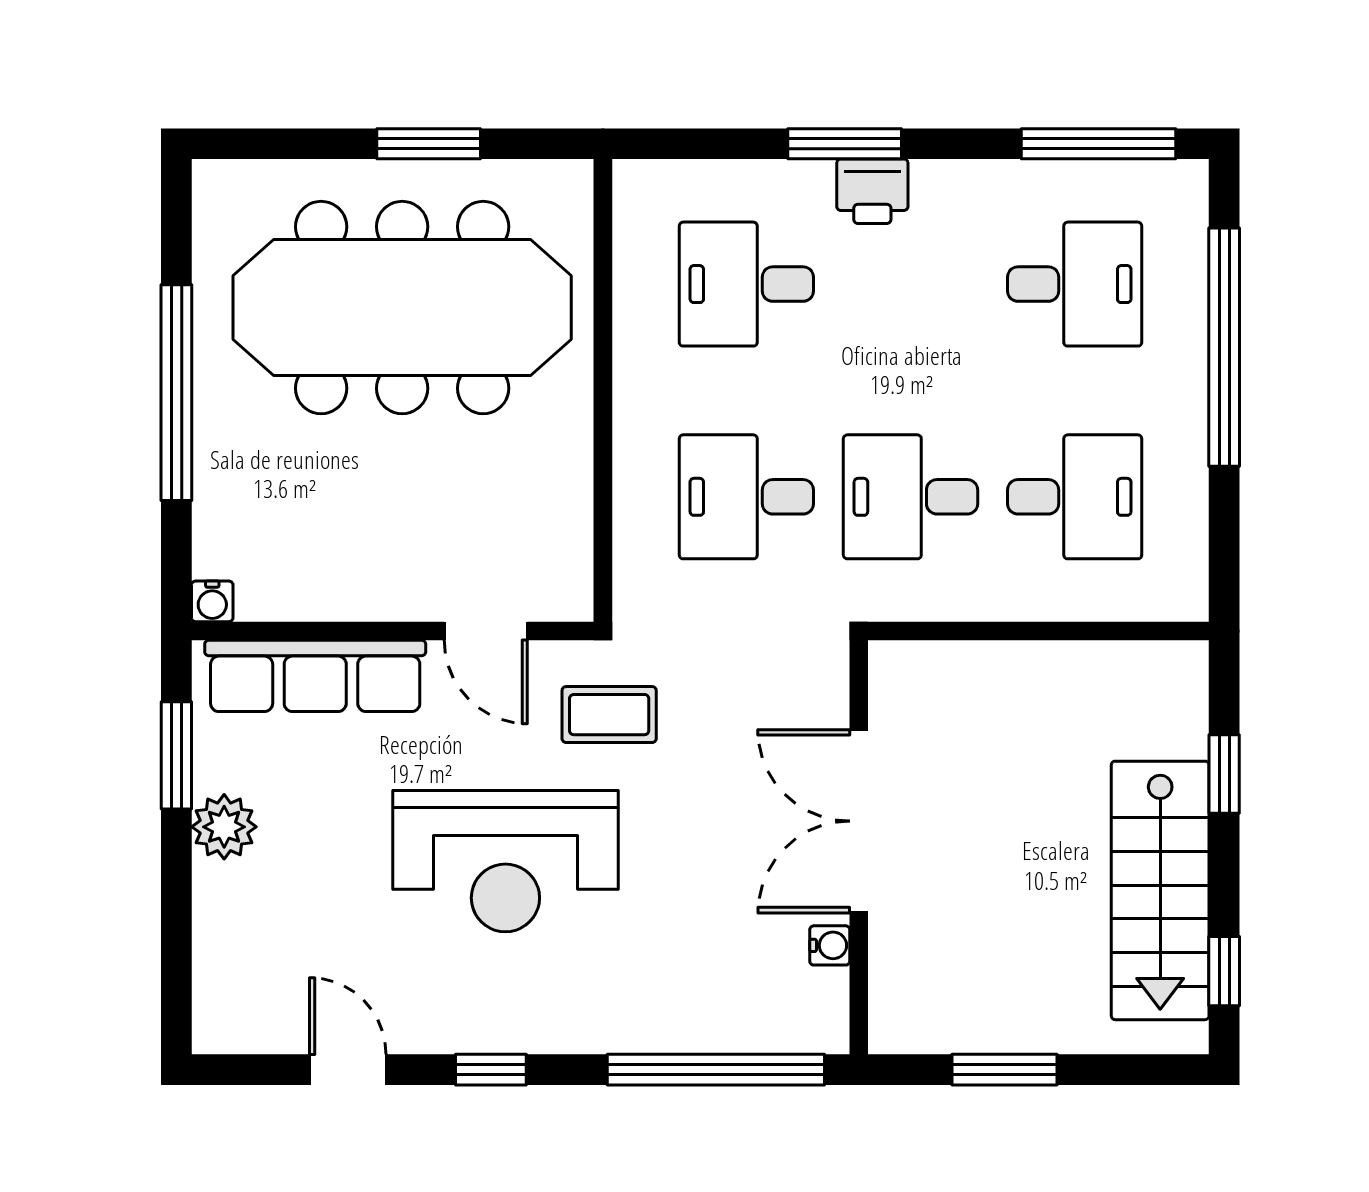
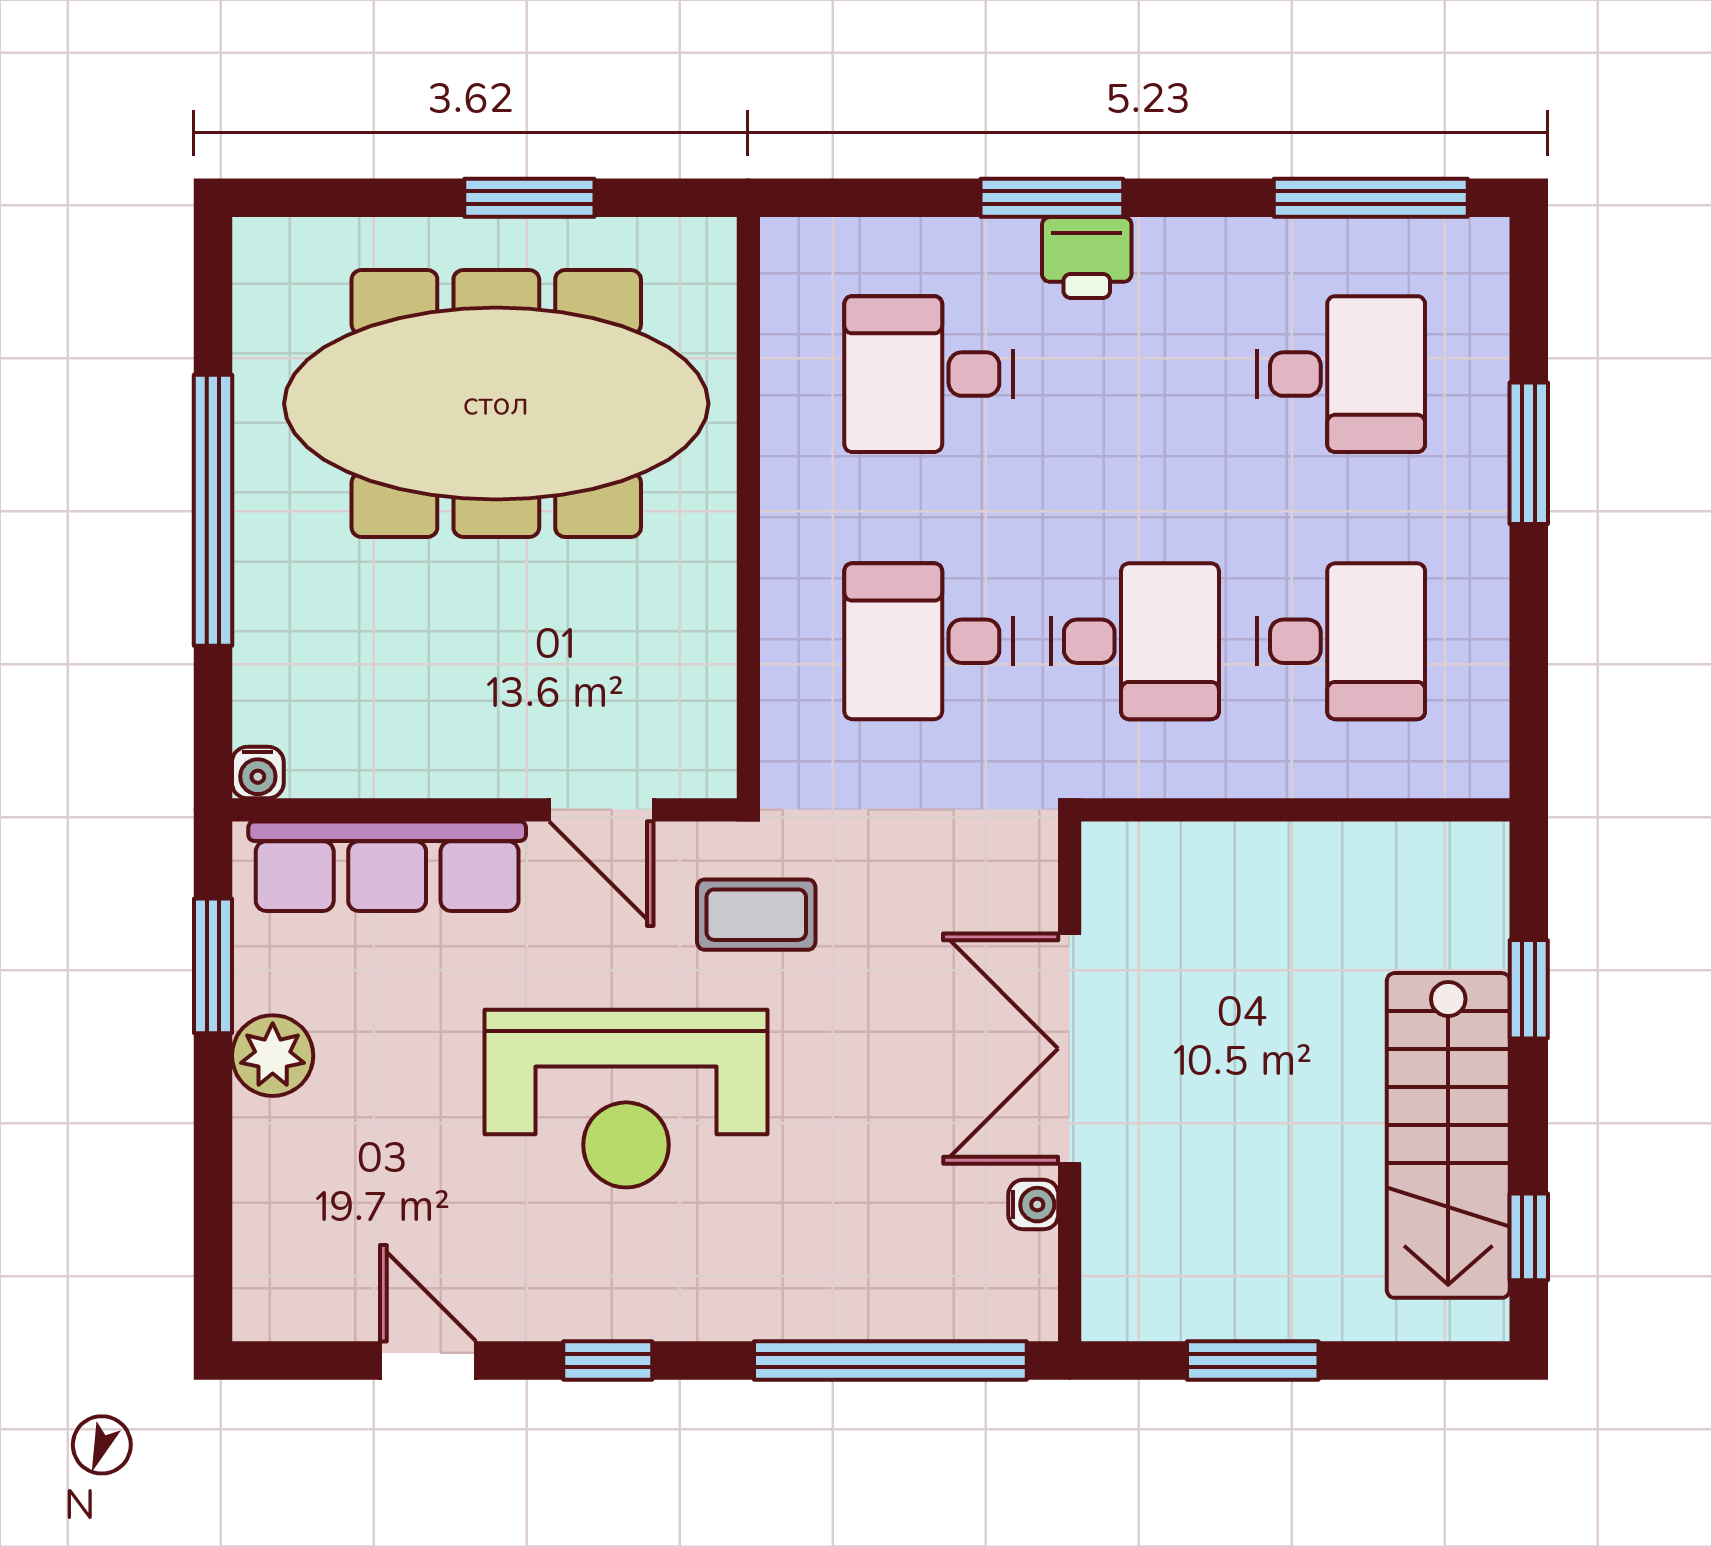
window: (1224, 347) -> (1529, 453), width x0.47
desk: (911, 497) -> (1135, 641), turned 180

